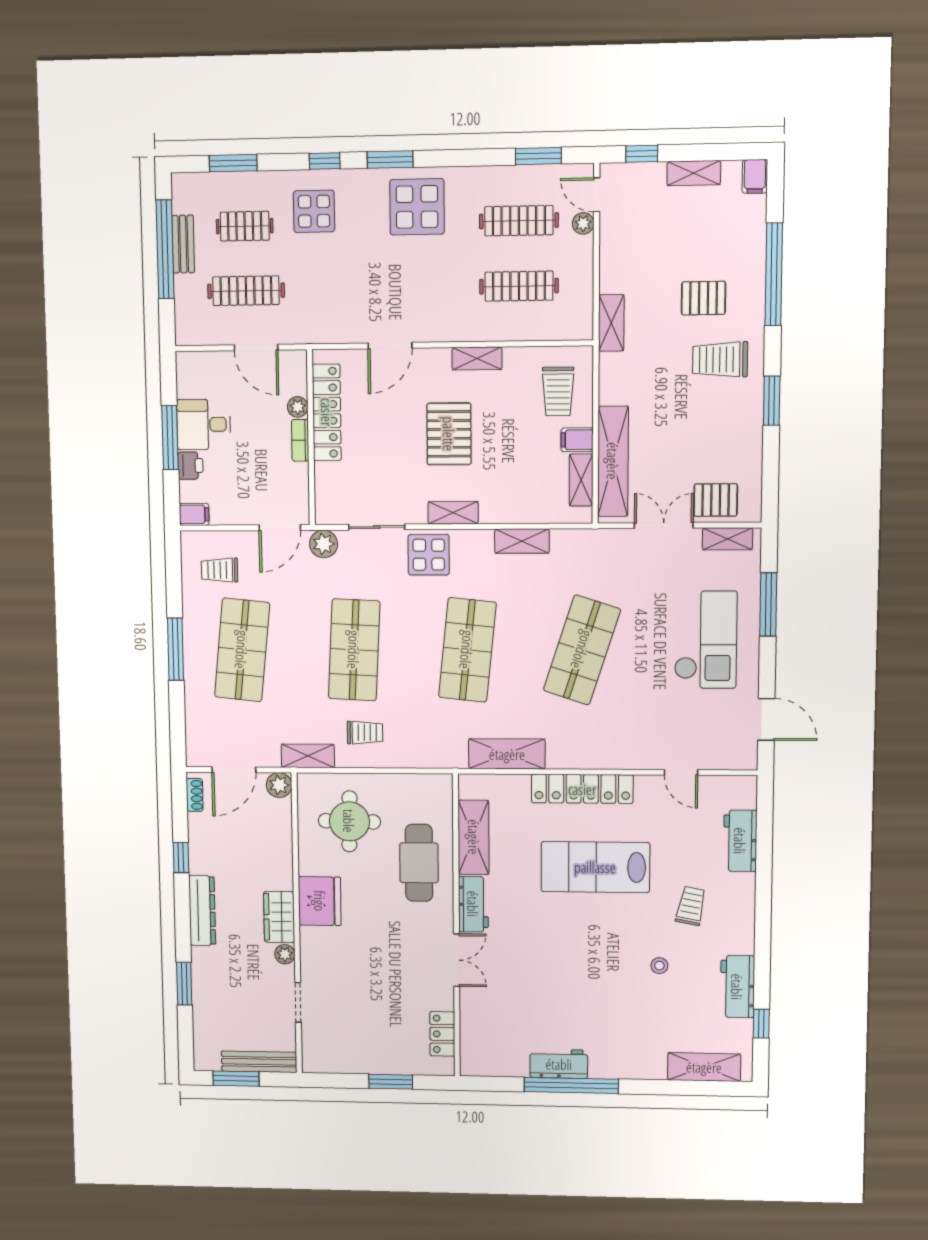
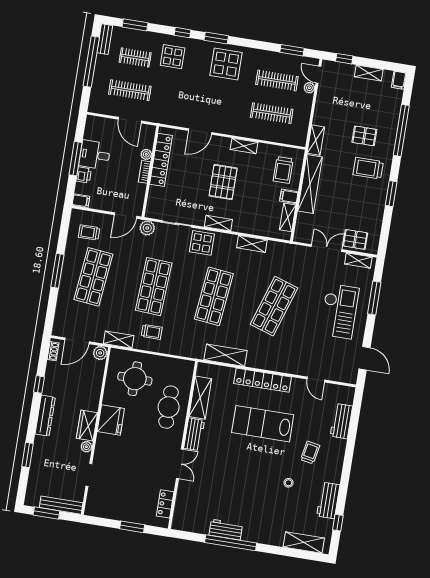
bench: (183, 244) -> (105, 39), moved
shelving: (613, 461) -> (310, 184), moved

